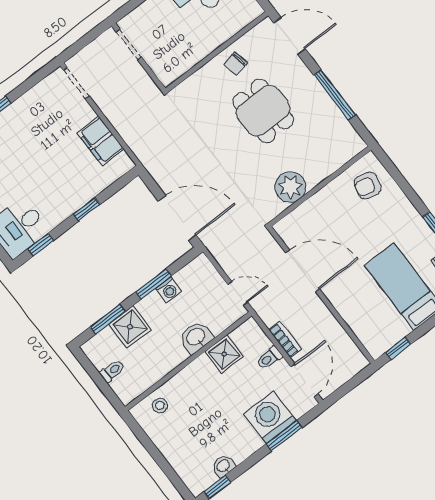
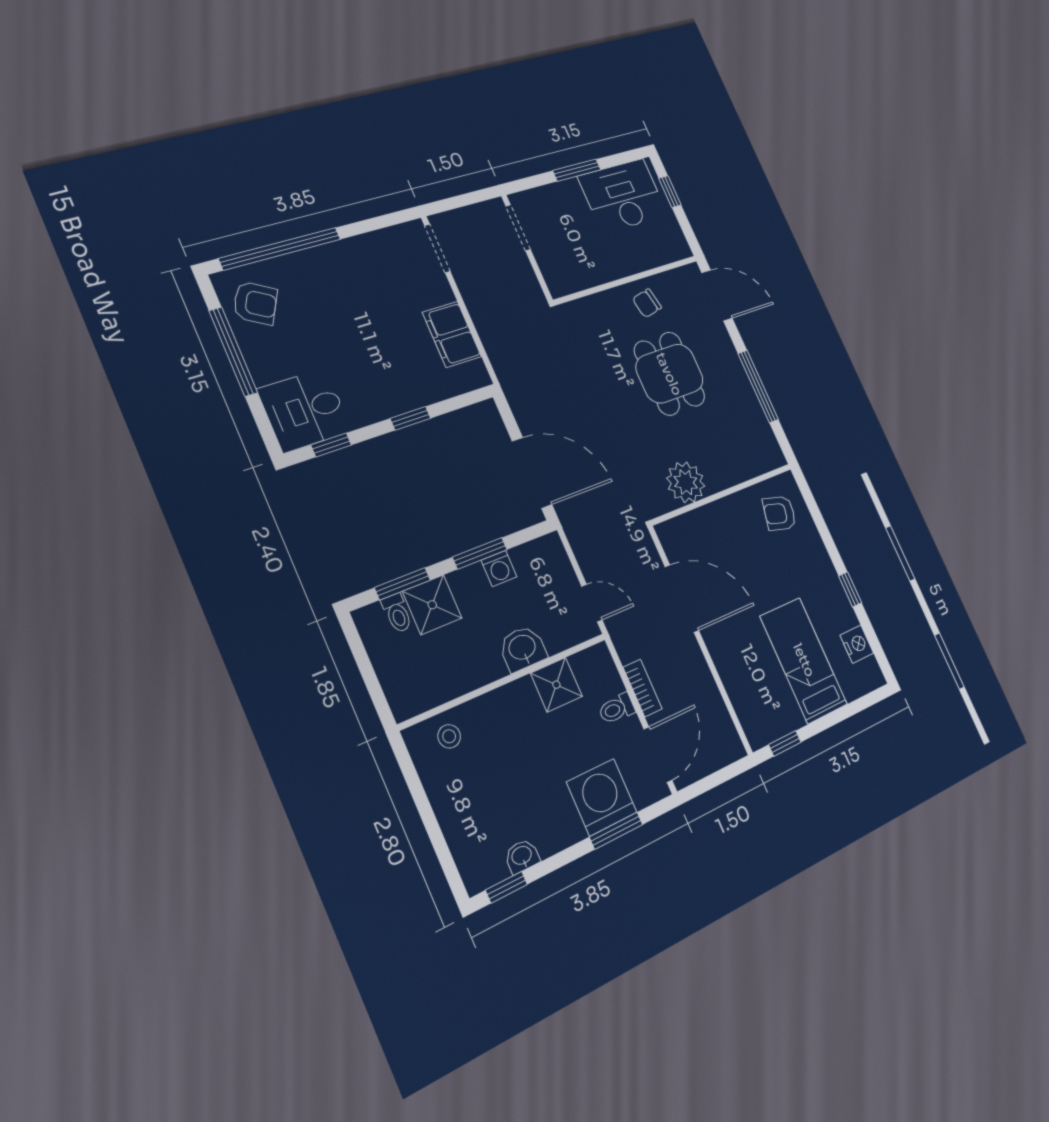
toilet: (112, 371) -> (397, 613), moved, turned 90

